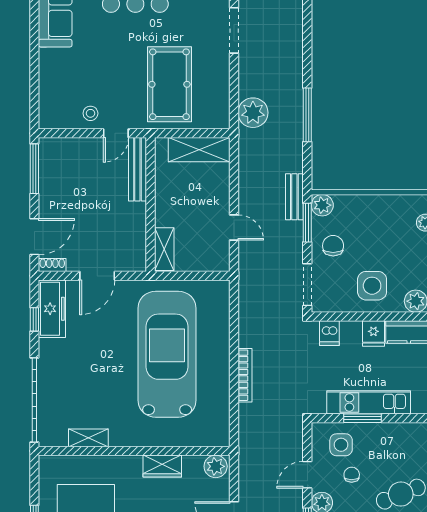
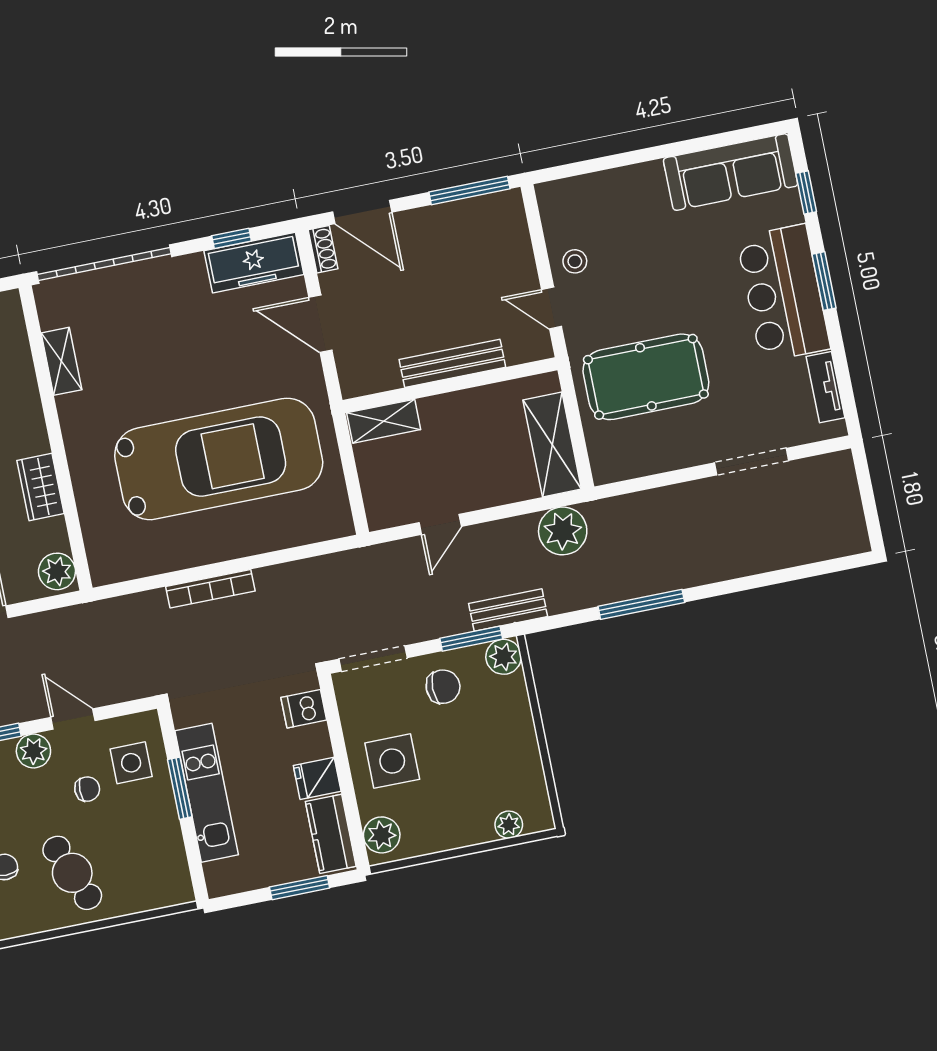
plant: (253, 113) -> (563, 531), moved
bench: (137, 169) -> (452, 363), moved

